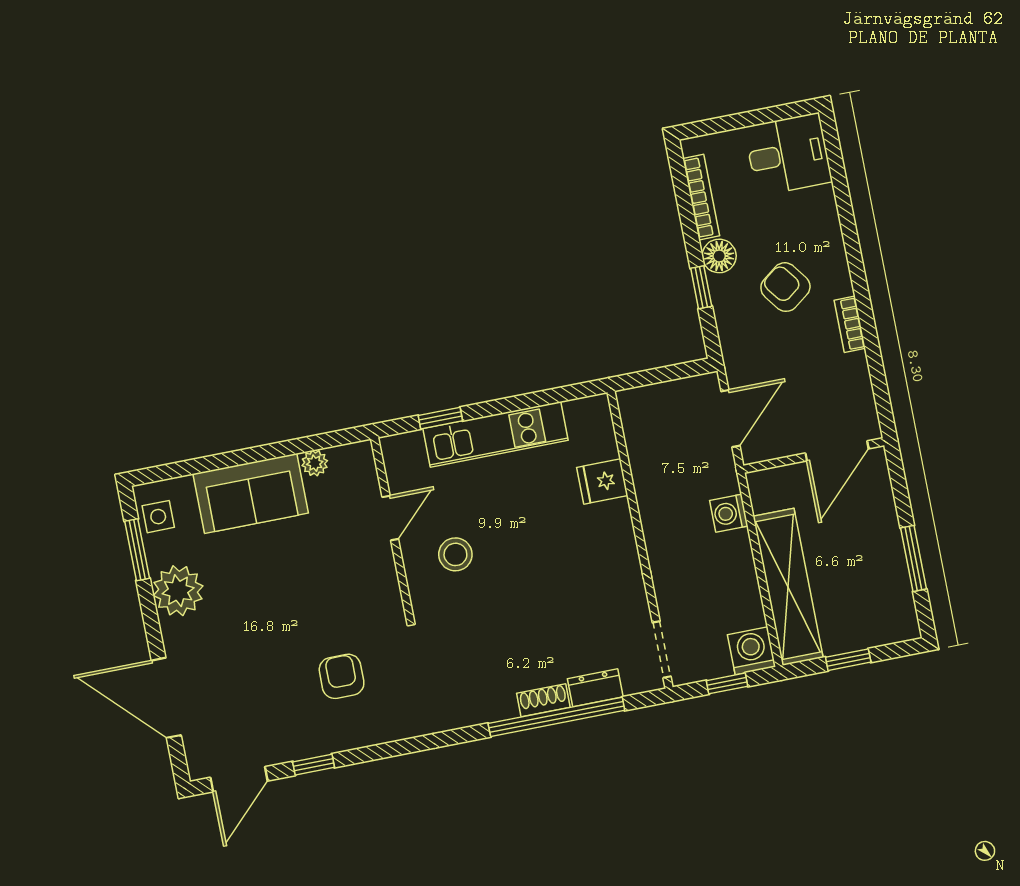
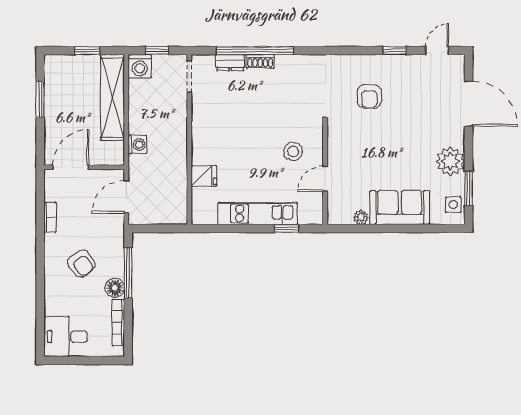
window: (701, 287) -> (128, 273), width x2.17
bookcase: (850, 324) -> (50, 217), moved
door: (239, 779) -> (437, 51), width x0.73

